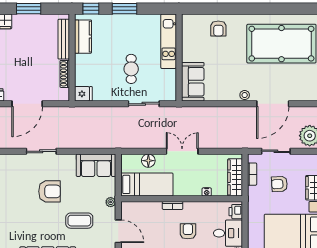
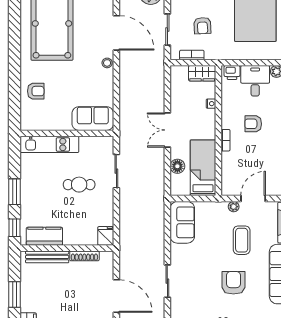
wardrobe: (235, 177) -> (202, 73), width x0.67
armchair: (50, 191) -> (233, 283), moved
plant: (111, 202) -> (234, 207), moved

